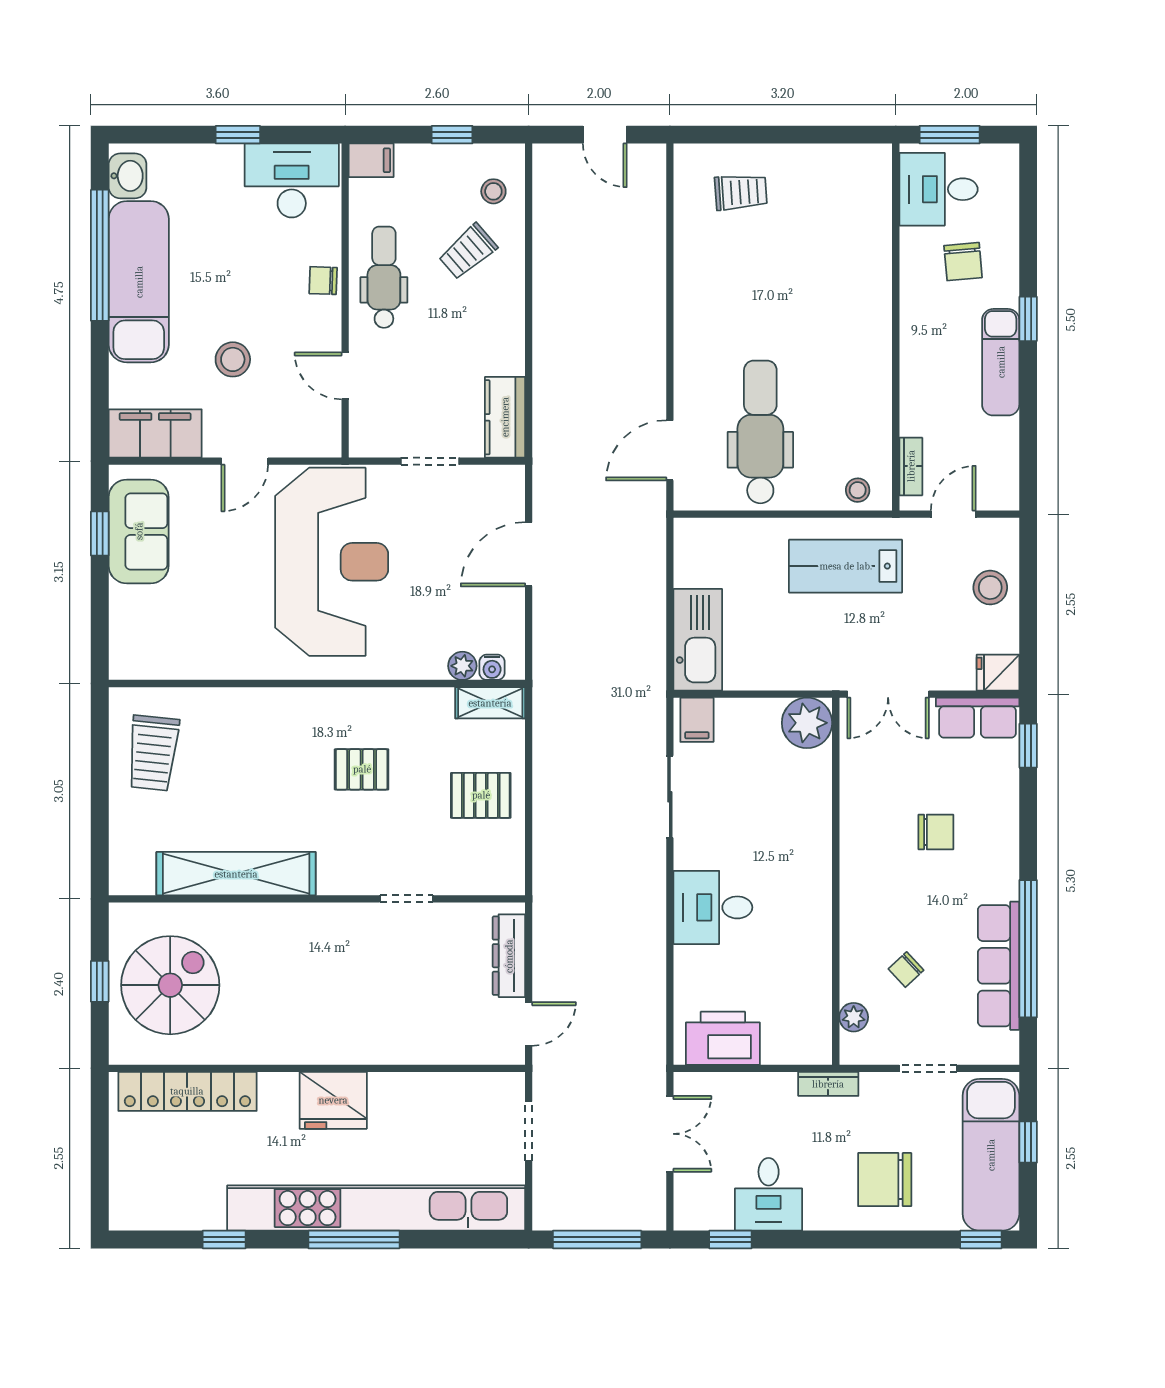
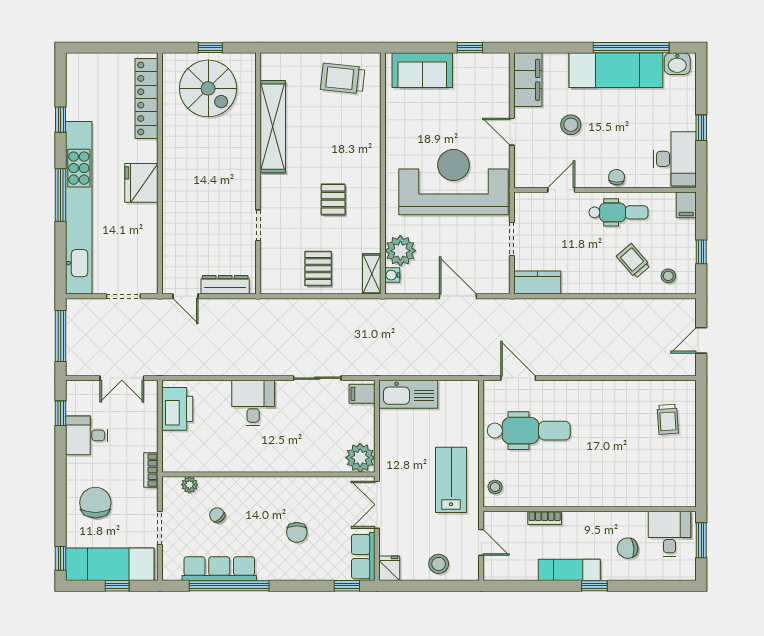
bookcase: (911, 466) -> (545, 518), moved
sofa: (139, 531) -> (422, 70), moved
reception desk: (332, 562) -> (454, 182), turned 180
plant: (462, 666) -> (400, 251), width x1.87, depth x1.87

